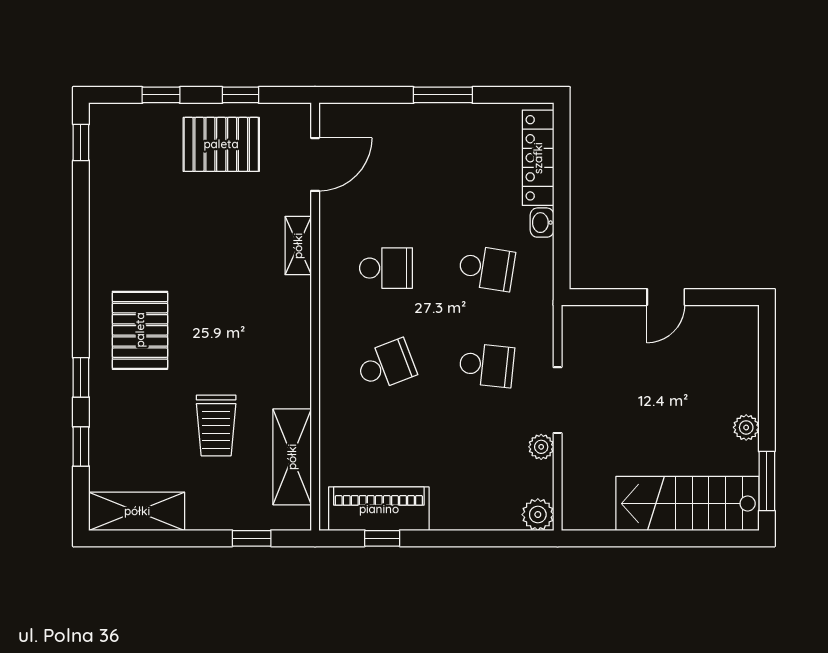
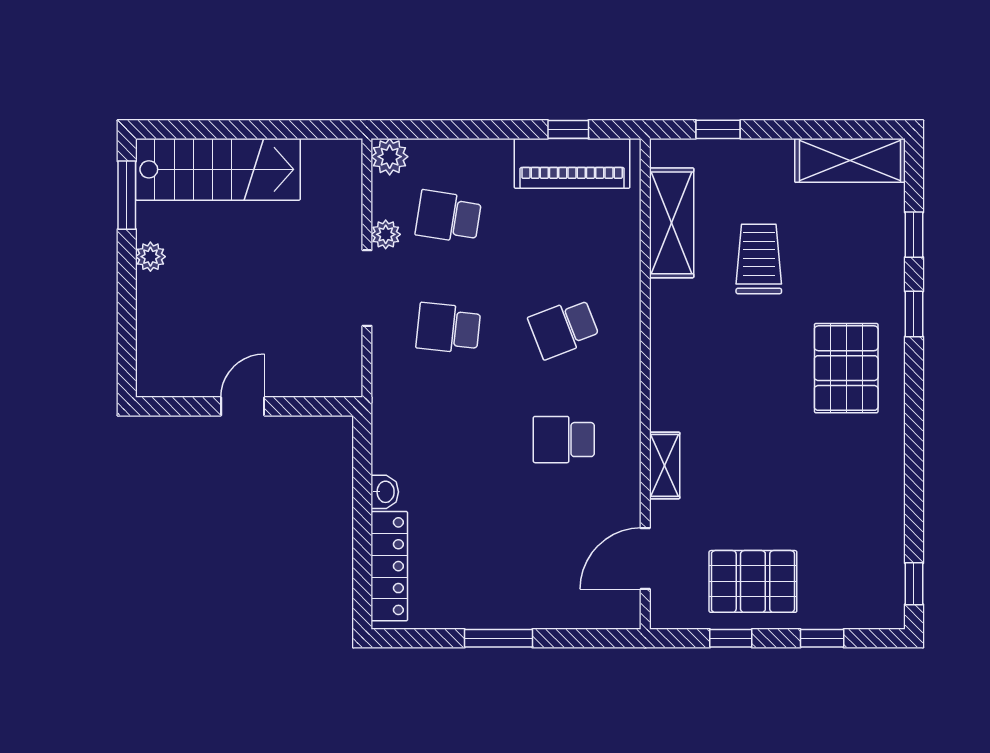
school desk: (487, 268) -> (448, 217), moved

